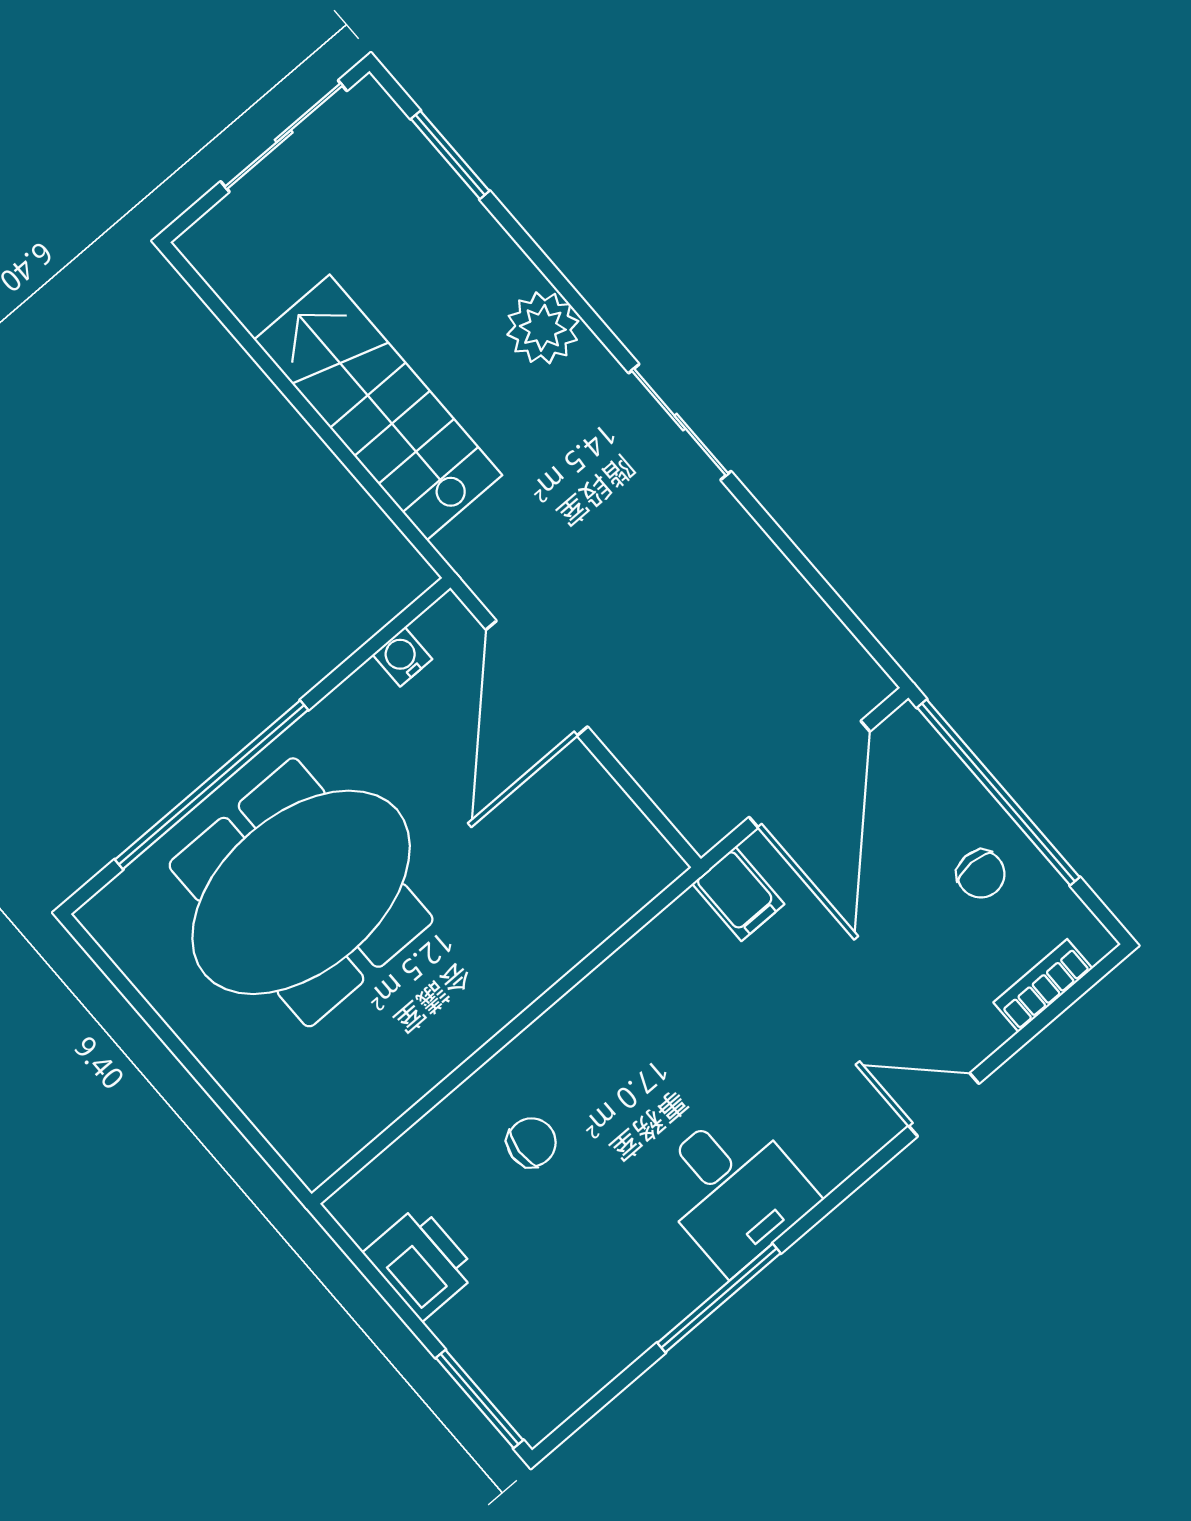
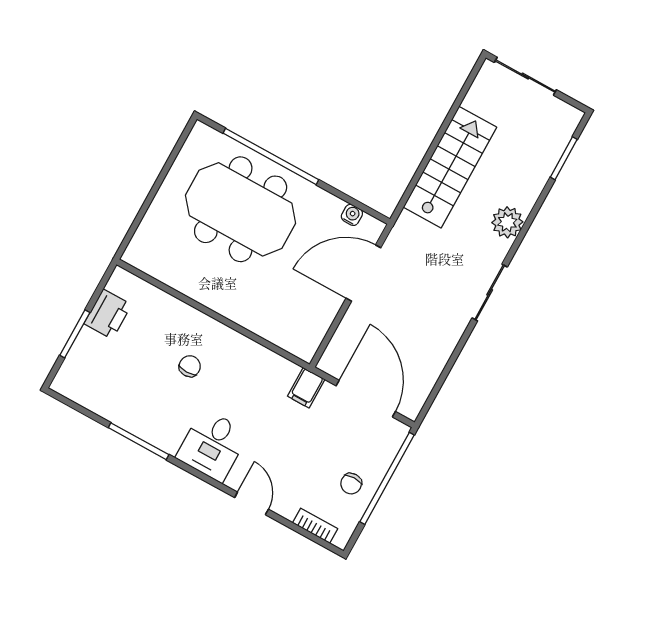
sliding door: (284, 136) -> (525, 76), moved
door: (809, 774) -> (366, 399), swing flipped
chair: (532, 1142) -> (190, 366), moved, turned -94
desk: (733, 1189) -> (212, 445), moved
window: (480, 1399) -> (75, 334), moved

